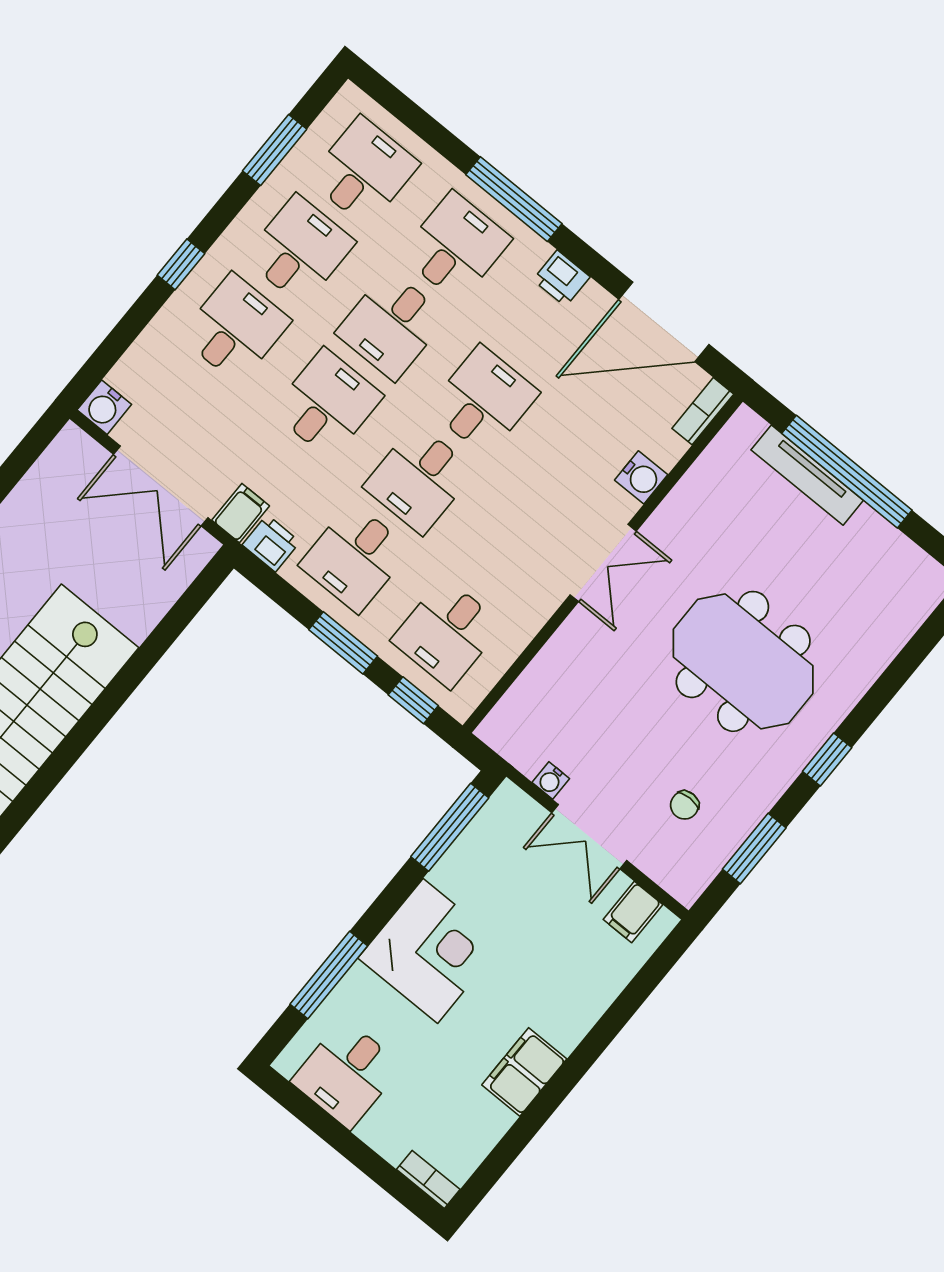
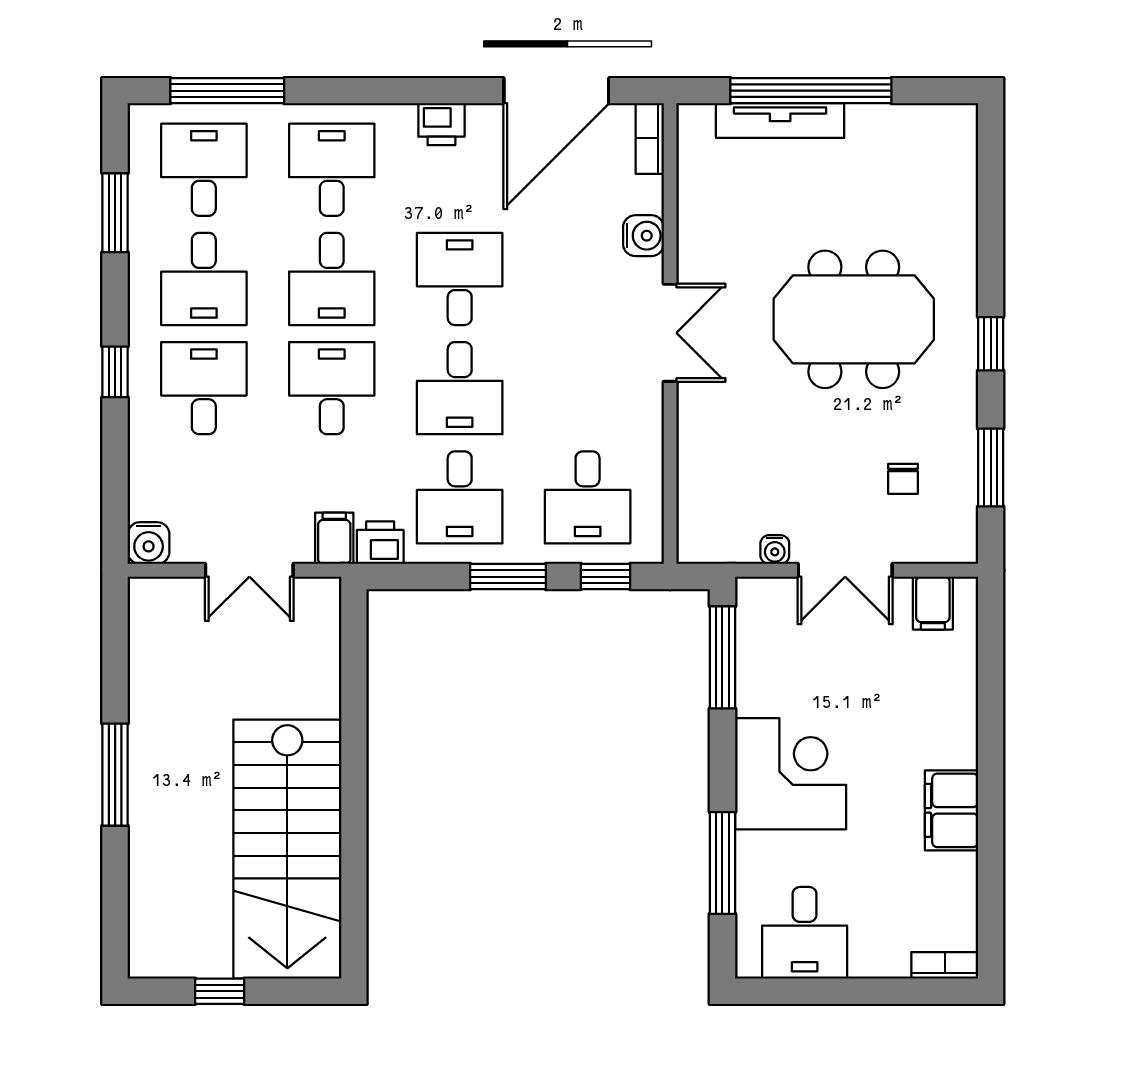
window: (514, 199) -> (227, 91), moved
desk: (300, 250) -> (204, 279), turned 180
double door: (161, 486) -> (249, 570), width x0.73

